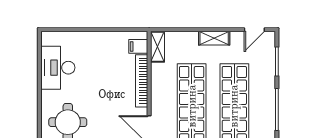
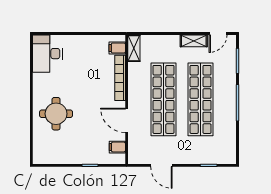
shelving: (214, 38) -> (194, 41), moved
desk: (58, 68) -> (47, 54), moved

